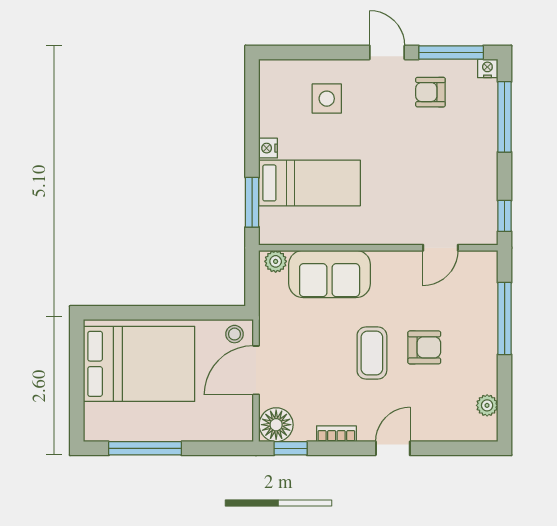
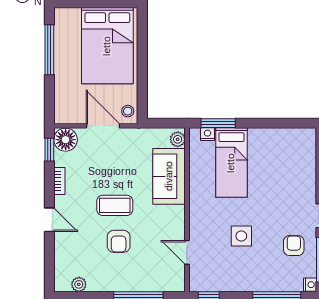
side table: (327, 99) -> (241, 236), moved
nightstand: (268, 148) -> (207, 134), moved

